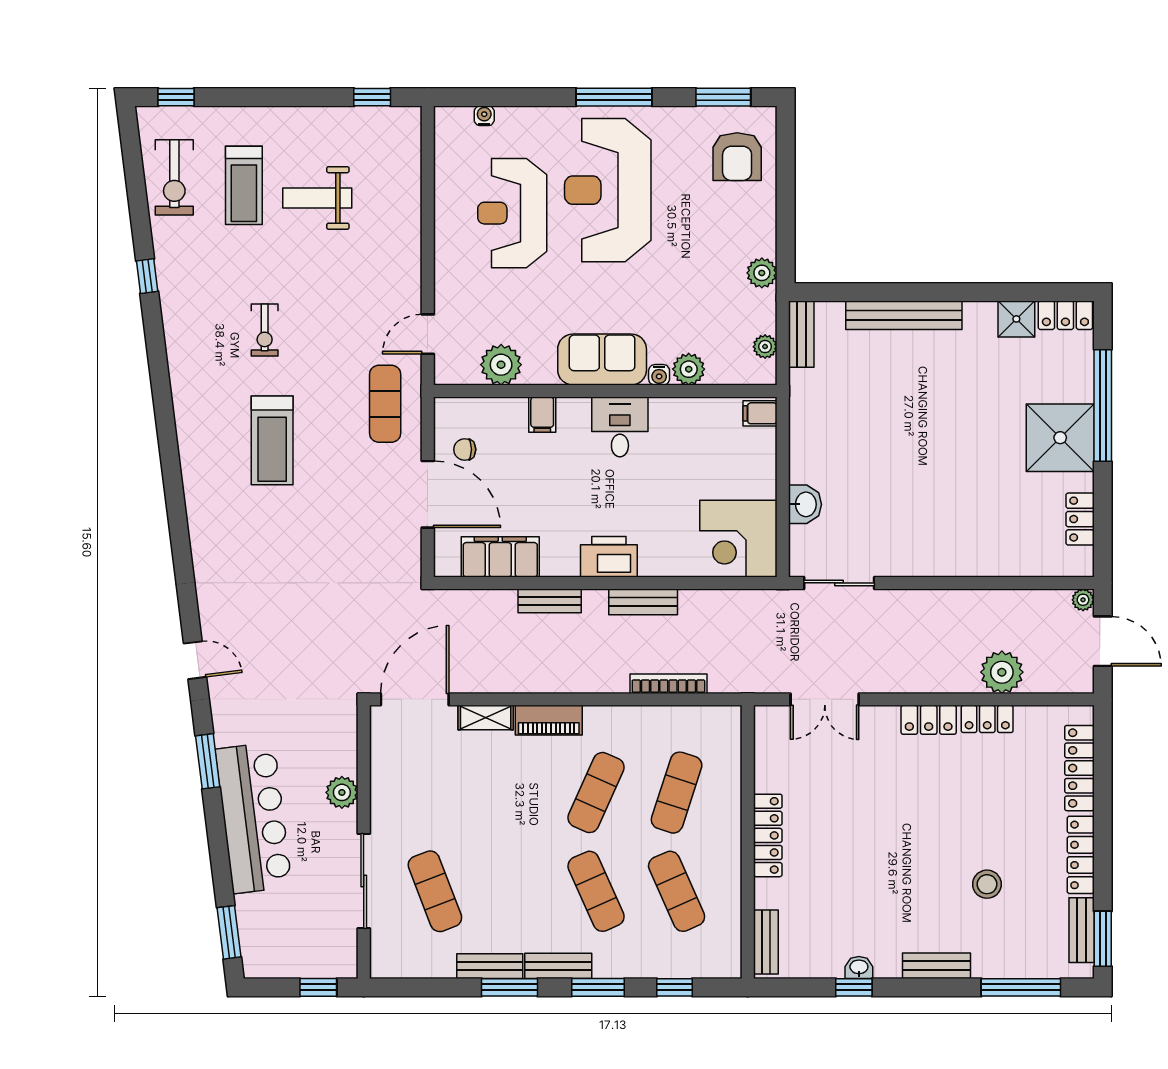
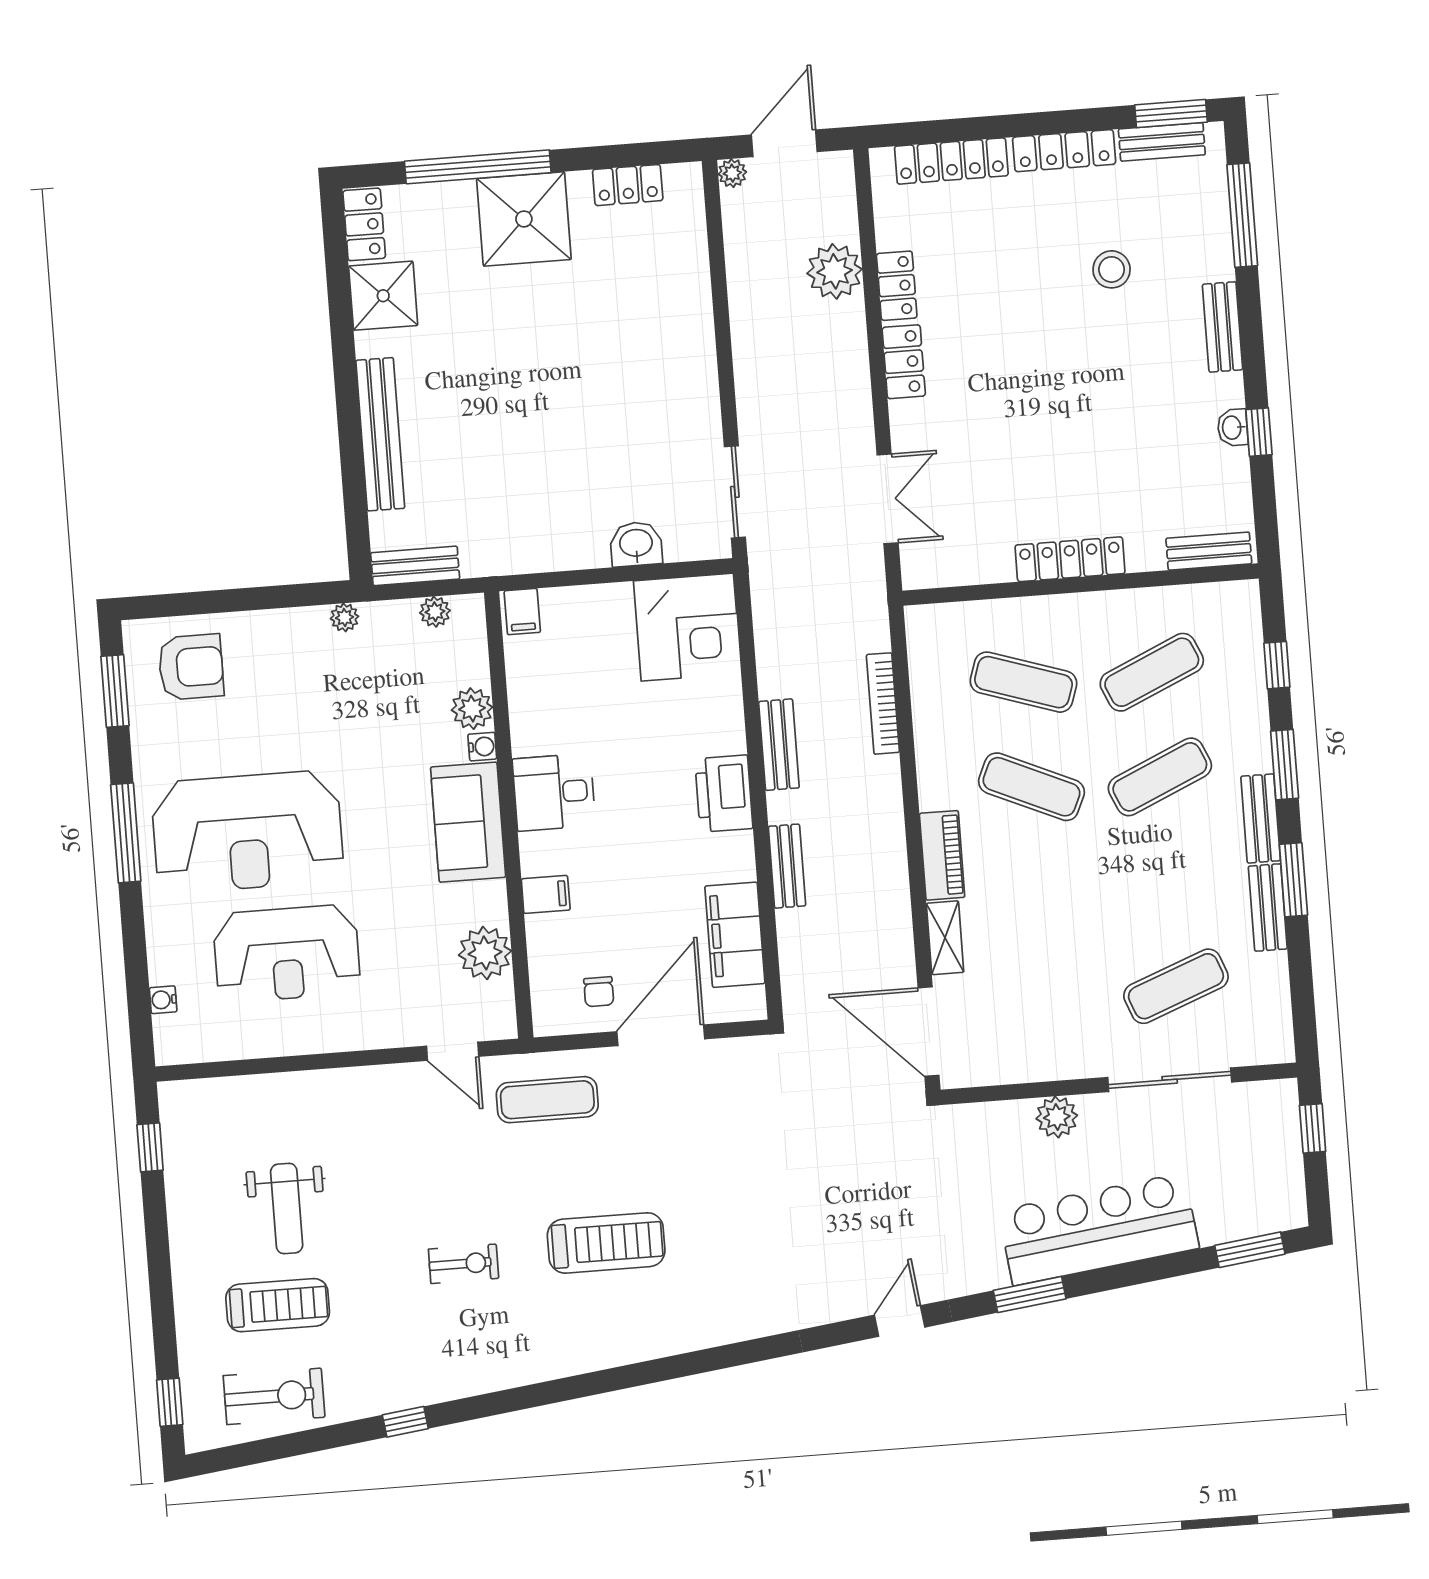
plant: (762, 273) -> (345, 617), width x0.73, depth x0.73
shower: (1016, 319) -> (383, 296), width x1.36, depth x1.36

